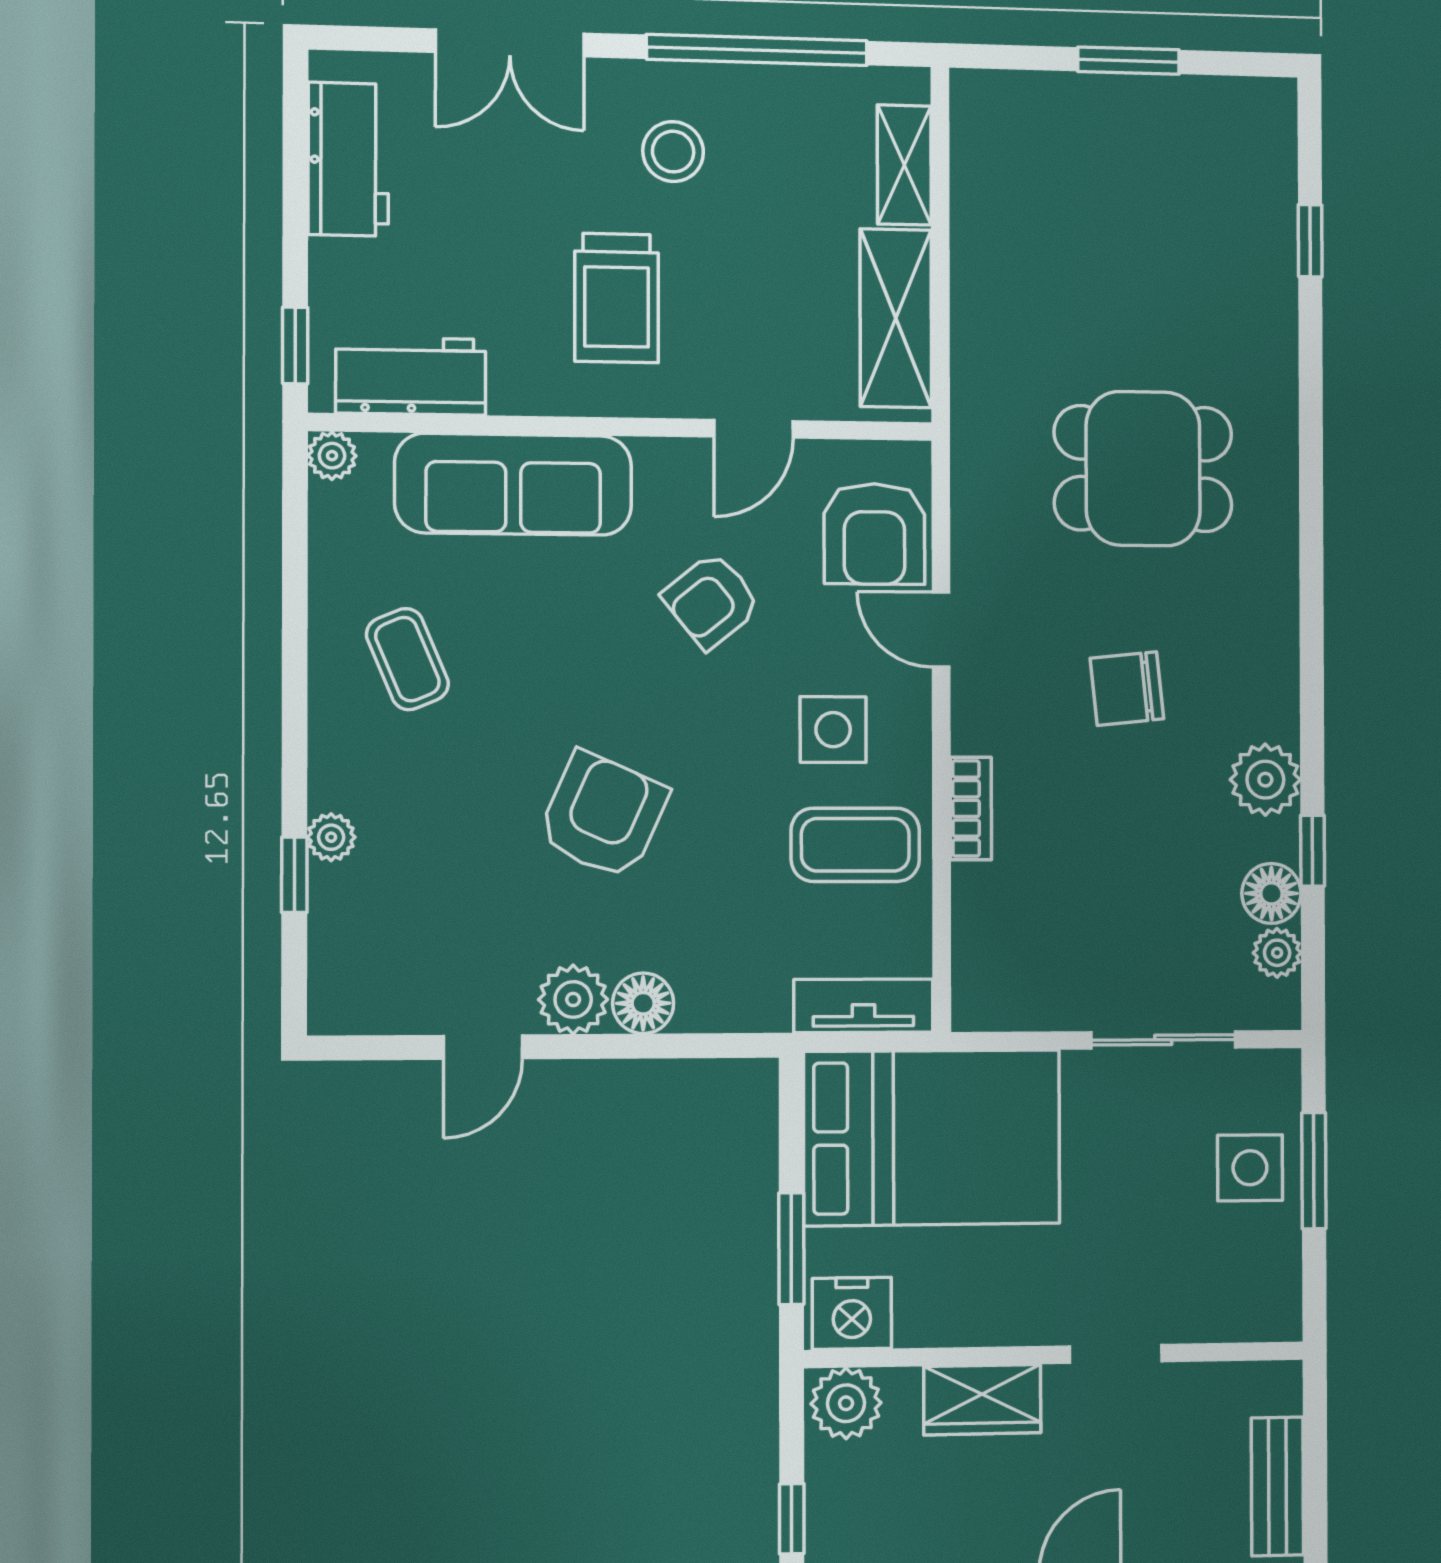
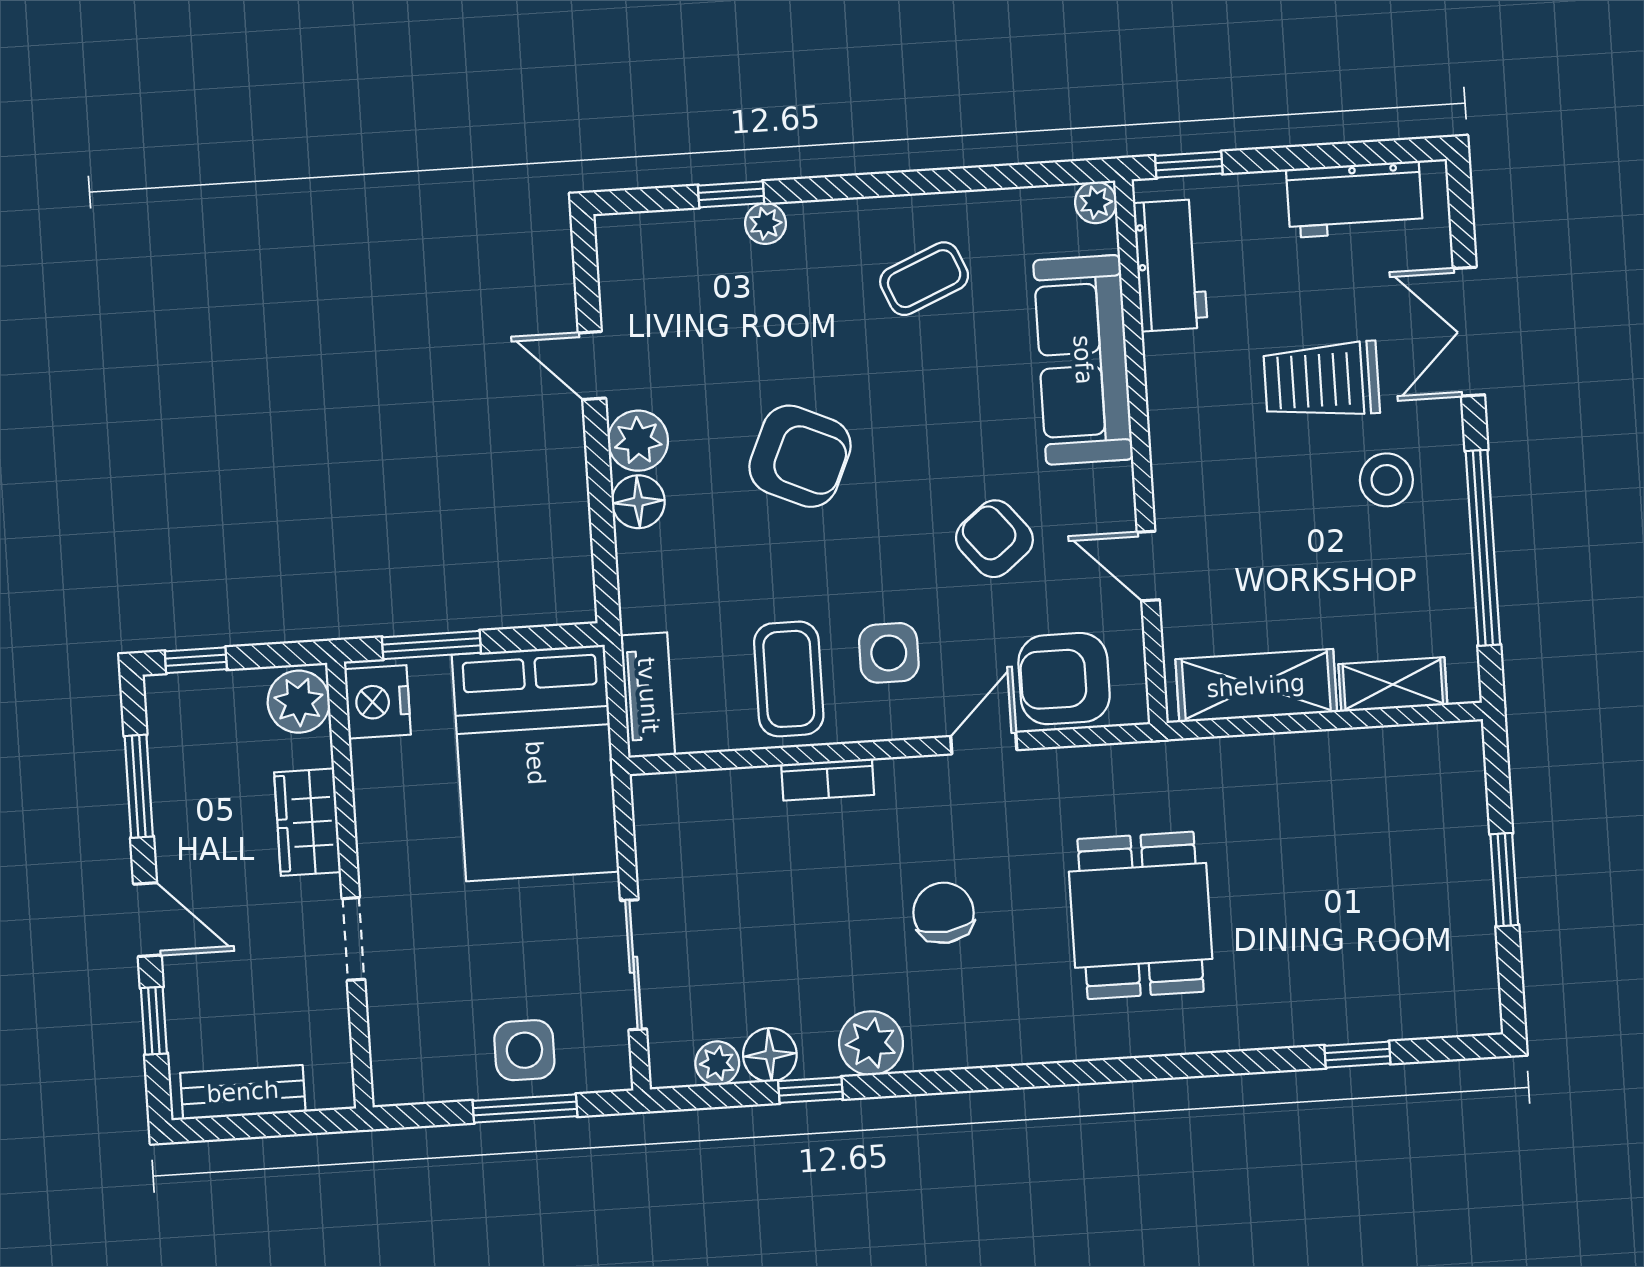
trolley: (617, 298) -> (1321, 380), moved

